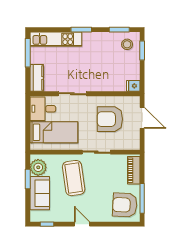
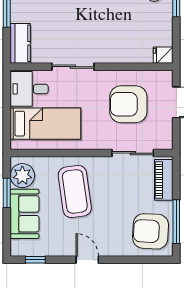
sliding door: (96, 152) -> (133, 153), moved

